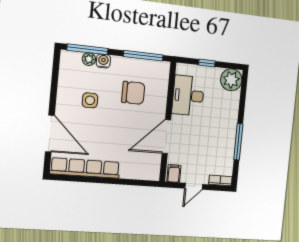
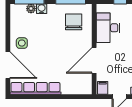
chair: (133, 93) -> (74, 22), moved, turned -90
side table: (90, 100) -> (22, 43), moved

